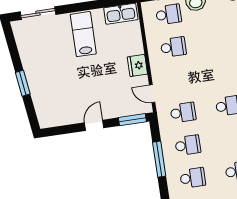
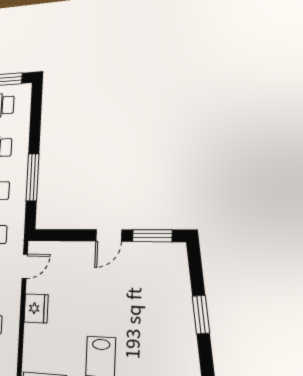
door: (152, 94) -> (25, 266), hinge flipped
window: (132, 120) -> (152, 236), moved

